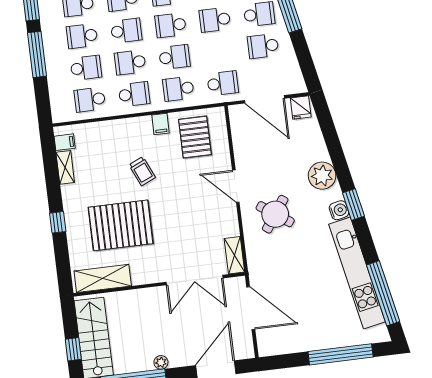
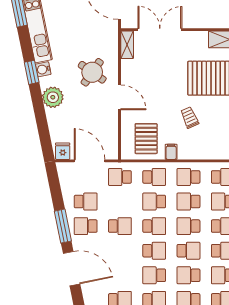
school desk: (130, 62) -> (188, 202), turned 180

